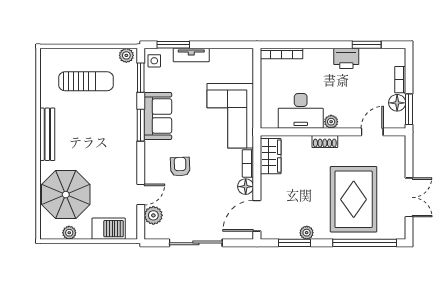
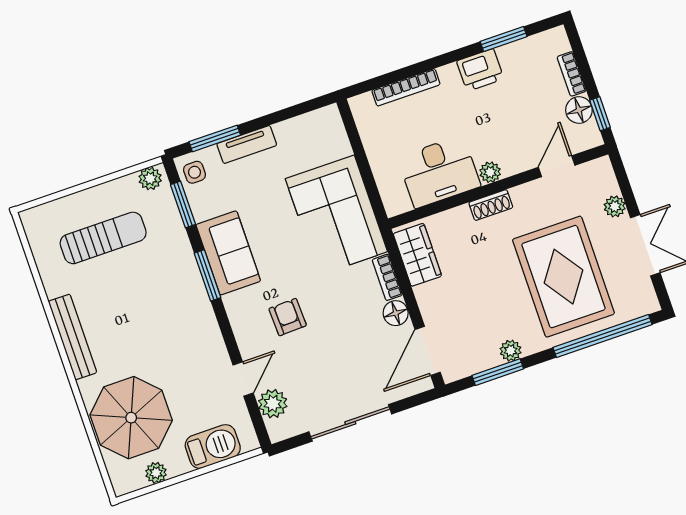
bookcase: (282, 54) -> (406, 87), moved
window: (409, 109) -> (600, 114), width x0.67
plant: (399, 168) -> (615, 206), added

